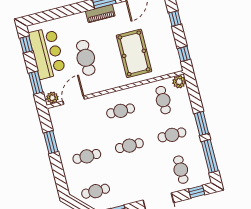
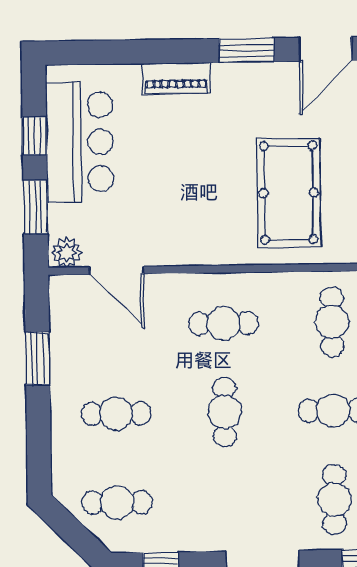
piano: (100, 13) -> (176, 78), moved
window: (26, 44) -> (35, 136), moved
cafe table: (86, 58) -> (170, 176), removed
door: (74, 100) -> (116, 270), swing flipped
cafe table: (129, 146) -> (225, 412), turned 90

